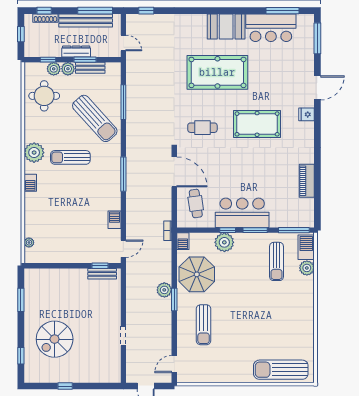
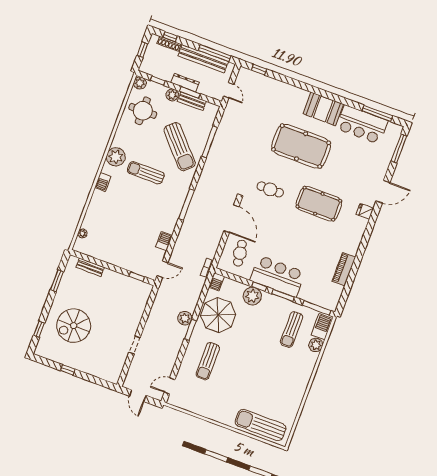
plant: (54, 69) -> (140, 83), moved
bench: (102, 274) -> (90, 267), moved

